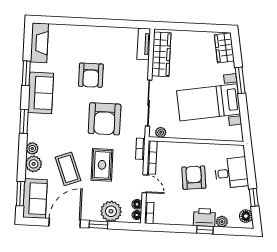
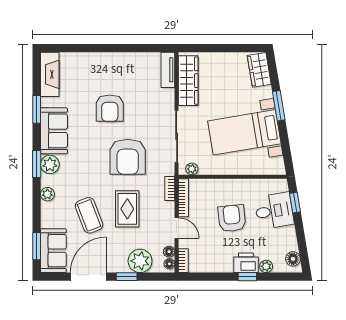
plant: (34, 164) -> (50, 164), moved
window: (254, 197) -> (295, 203), moved

